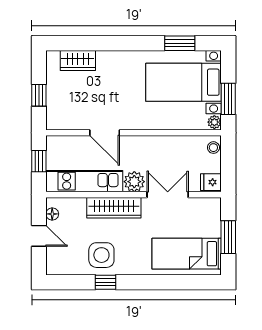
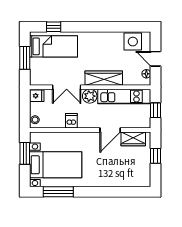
window: (180, 43) -> (58, 192), width x1.44
wardrobe: (78, 61) -> (133, 139), moved, turned 180
plant: (214, 122) -> (34, 137), removed
door: (105, 133) -> (110, 130), swing flipped
dishwasher: (161, 146) -> (71, 121), added
side table: (101, 255) -> (133, 42), moved
window: (106, 282) -> (54, 27), moved

